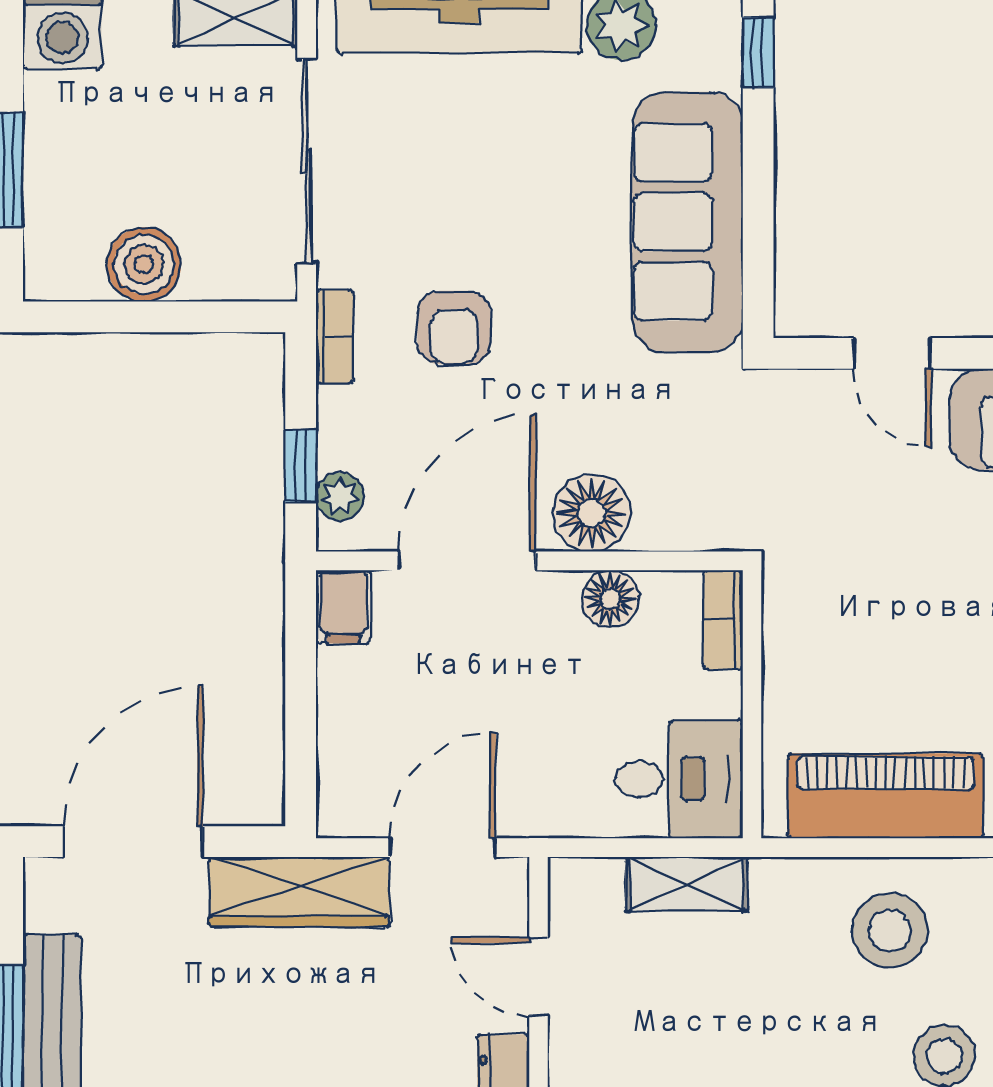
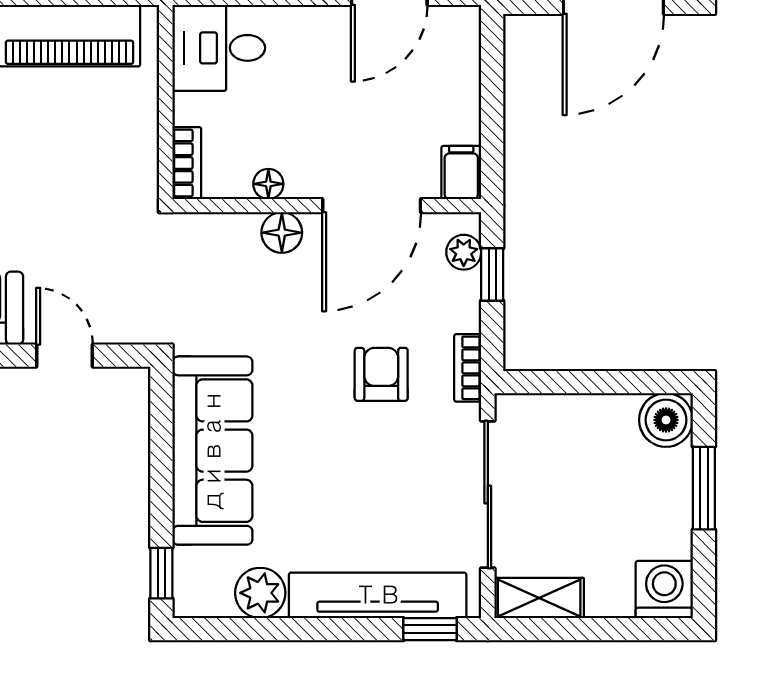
boiler: (144, 264) -> (666, 420), moved
floor lamp: (592, 513) -> (282, 233), width x0.73, depth x0.73
floor lamp: (610, 599) -> (268, 184), width x0.73, depth x0.73

